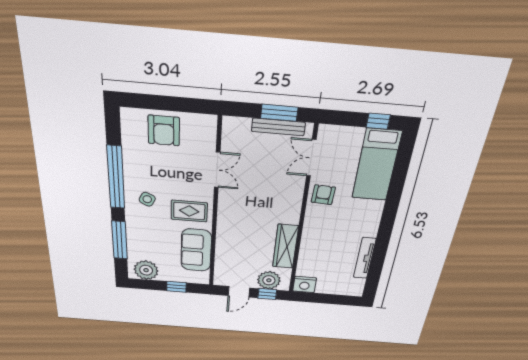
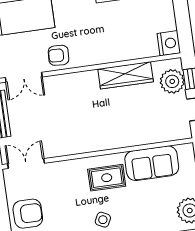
double door: (217, 170) -> (26, 164), moved
rug: (189, 211) -> (107, 178), turned 90

